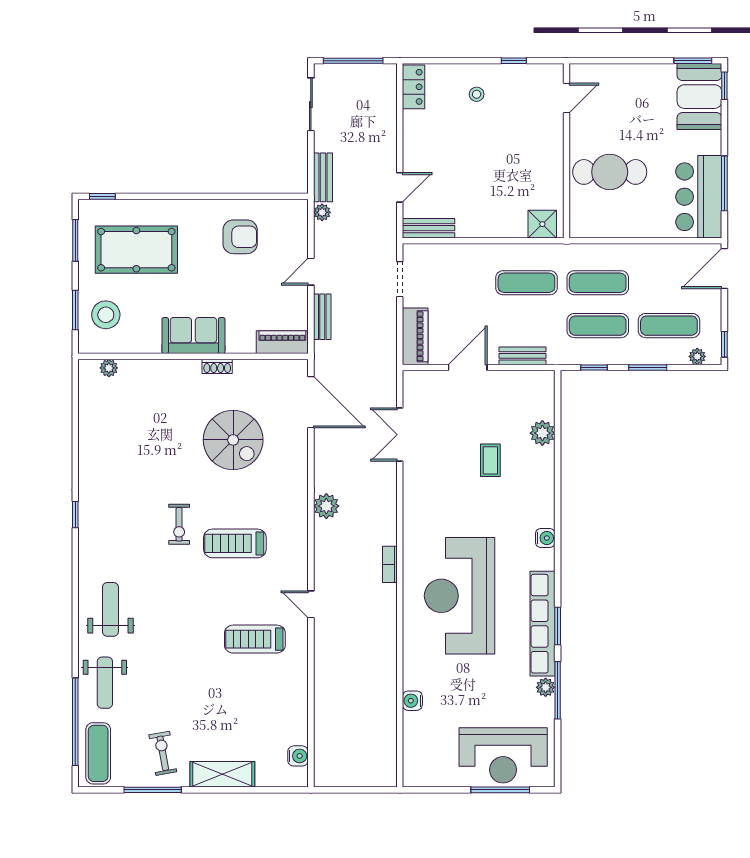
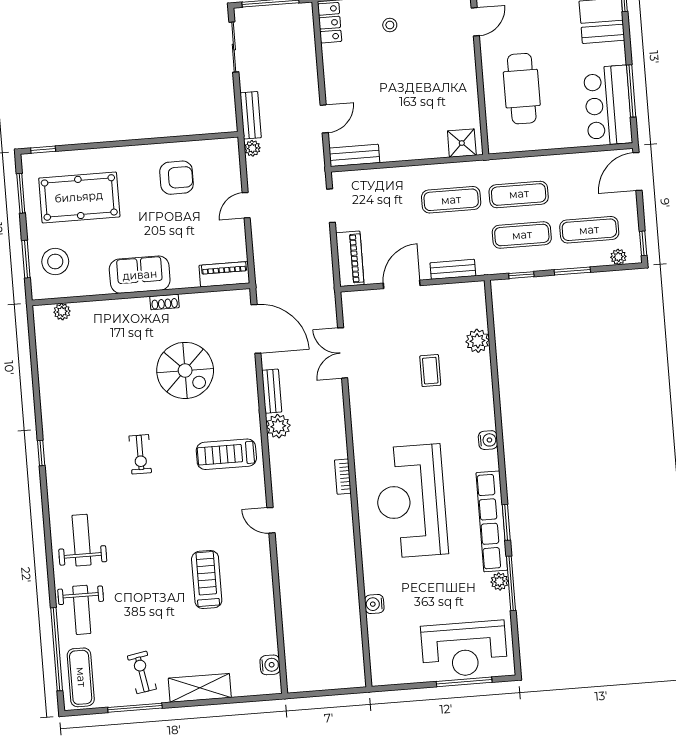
cafe table: (610, 172) -> (522, 89), turned 90
bench: (322, 317) -> (272, 391), moved
treadmill: (235, 543) -> (226, 454), moved
treadmill: (255, 639) -> (207, 580), moved, turned 90

